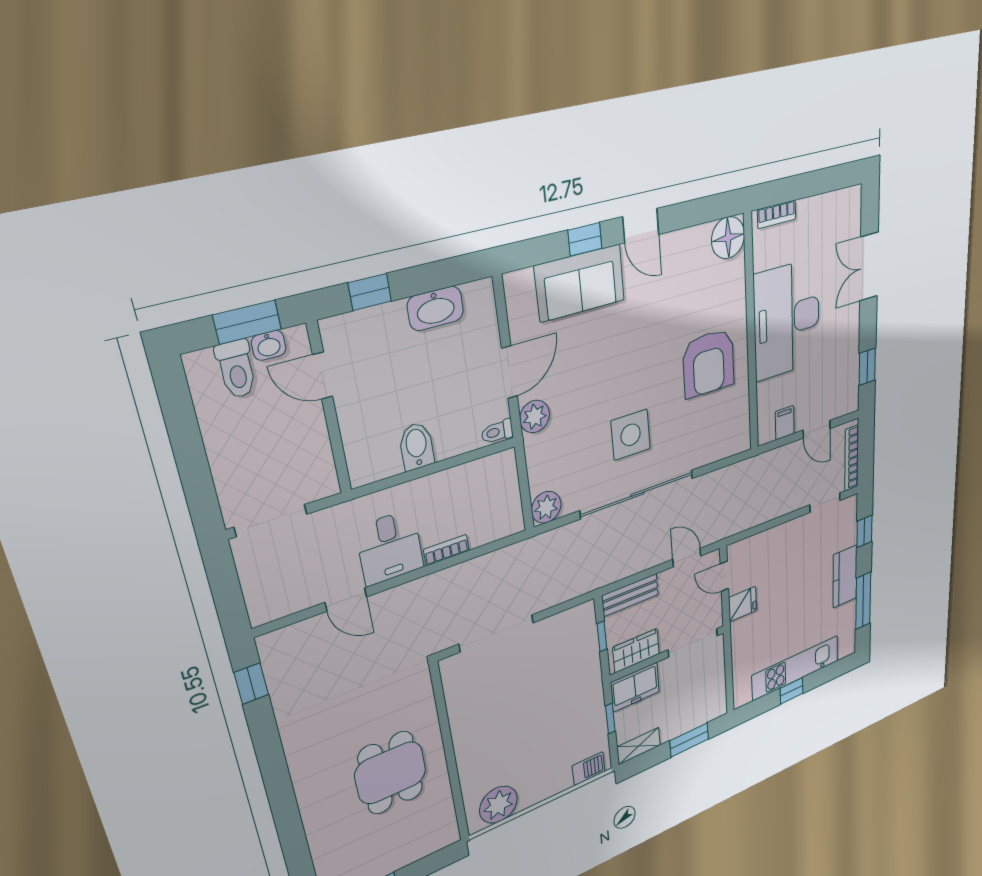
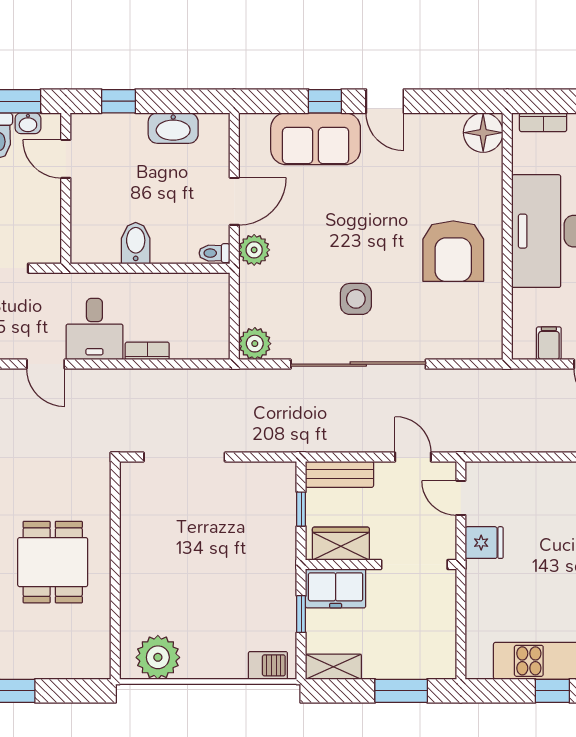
side table: (631, 435) -> (356, 299), width x0.73, depth x0.73

